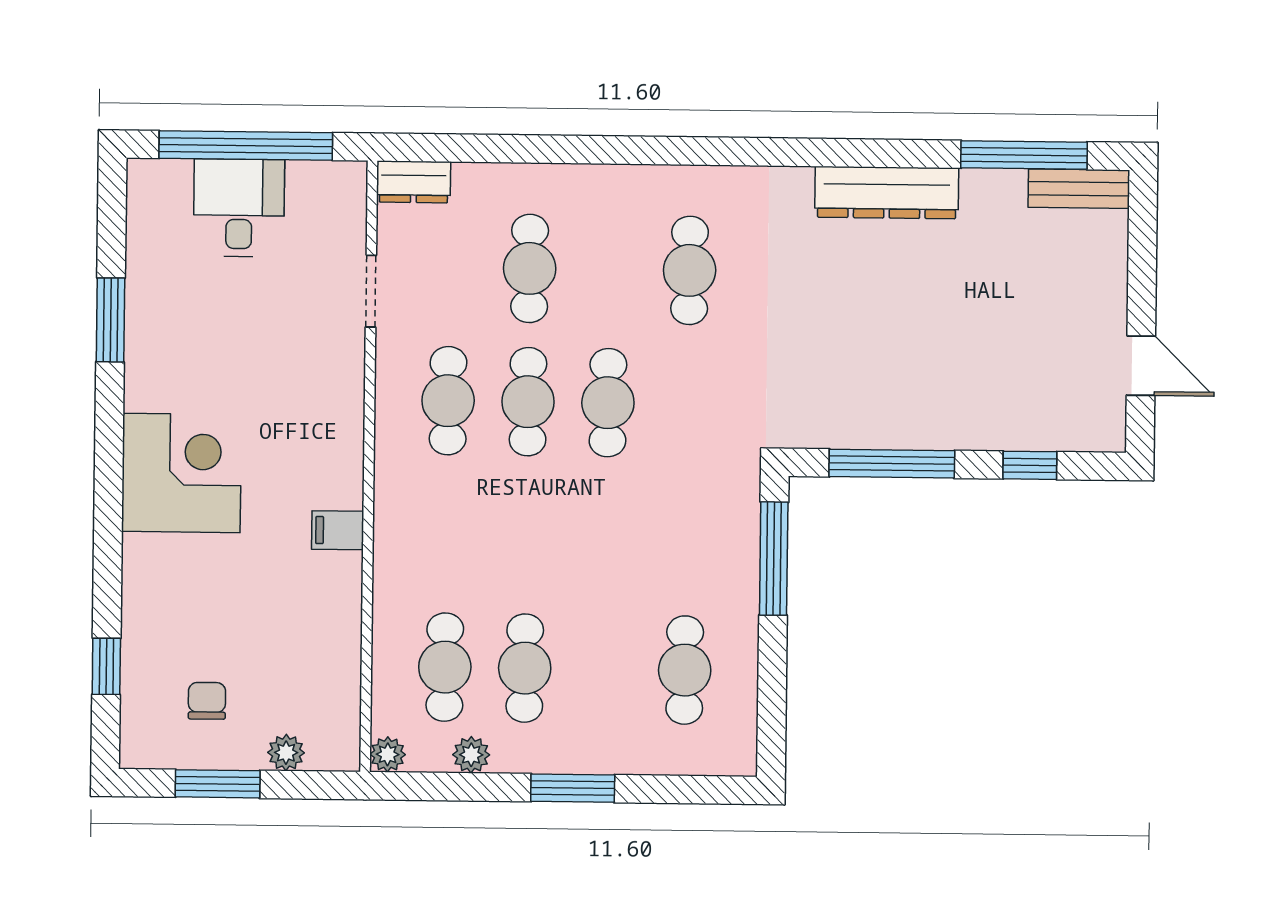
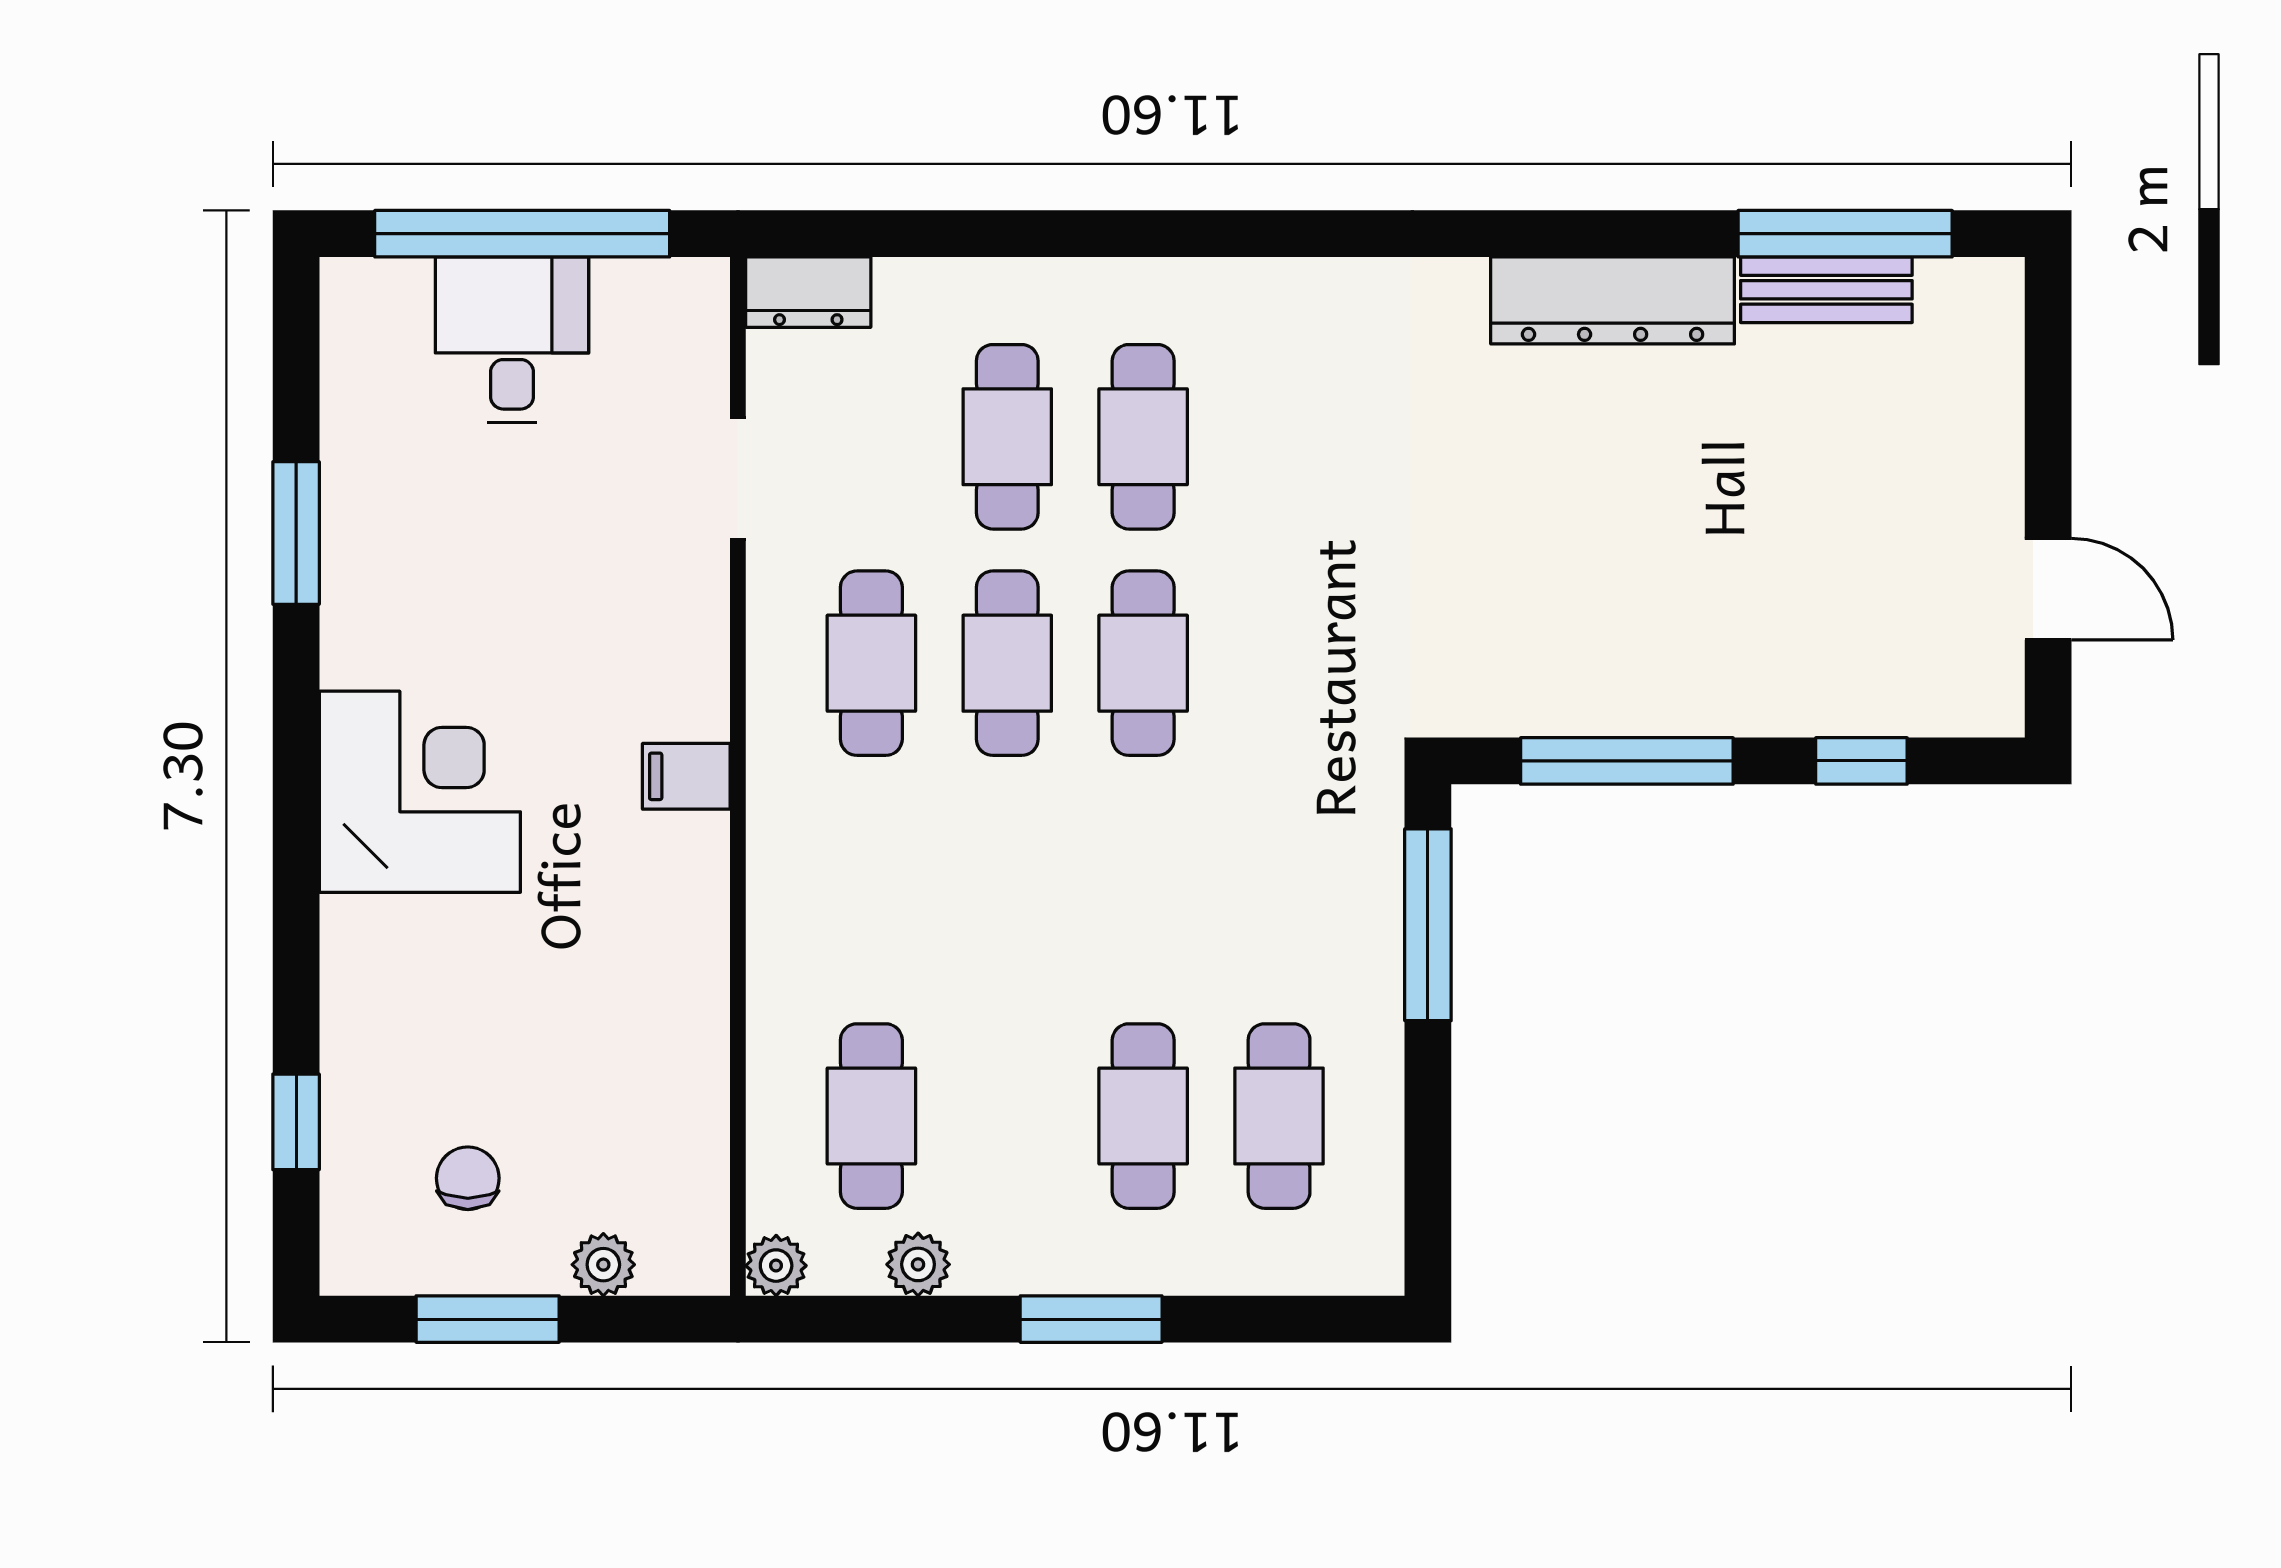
bench: (1079, 189) -> (1826, 290), moved
cafe table: (690, 270) -> (1143, 437), moved
filing cabinet: (338, 530) -> (686, 776), moved
cafe table: (525, 668) -> (1143, 1116), moved

